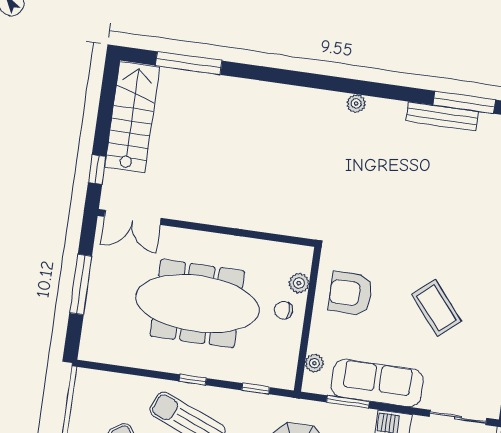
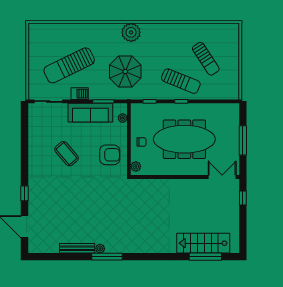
window: (464, 102) -> (107, 257), moved
plant: (356, 104) -> (100, 249), moved
stairs: (132, 117) -> (203, 243), moved, turned 90
plant: (299, 283) -> (136, 166), moved

